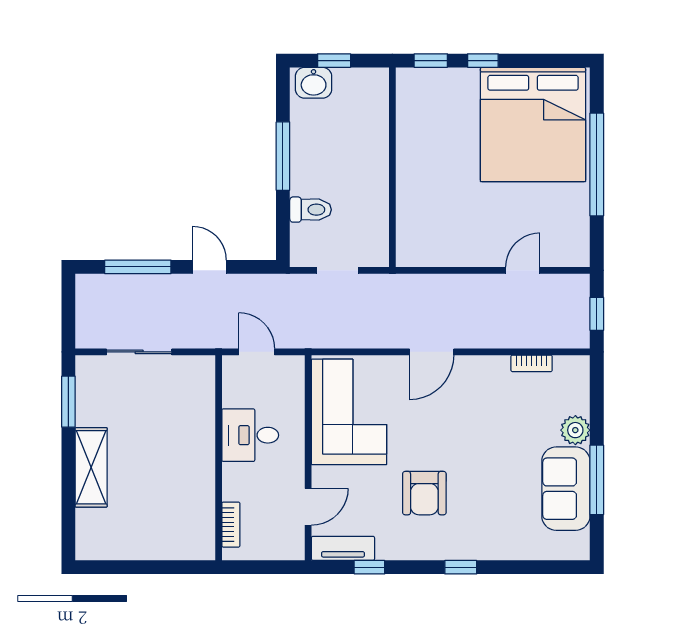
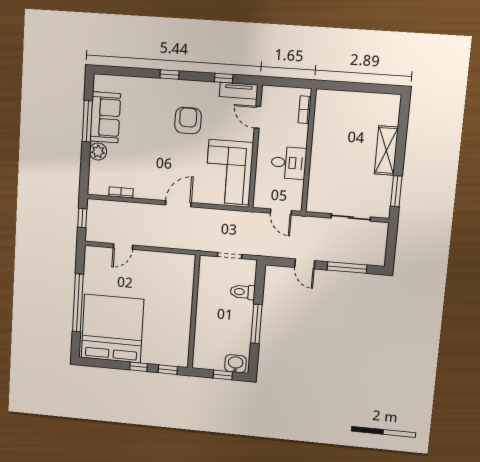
door: (308, 507) -> (257, 117), hinge flipped

